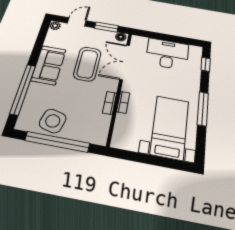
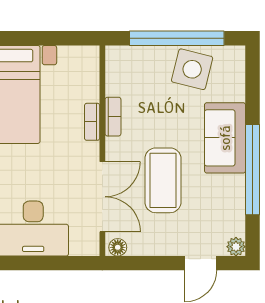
window: (106, 27) -> (147, 263), removed
sofa: (49, 65) -> (225, 138), moved
window: (23, 89) -> (252, 170), moved

